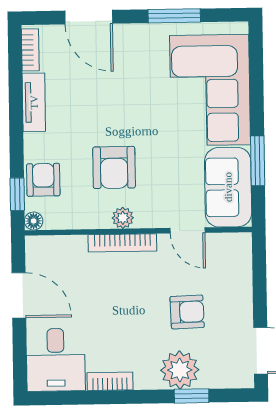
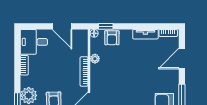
armchair: (114, 167) -> (117, 68), removed
armchair: (43, 180) -> (112, 38), turned 90
plant: (123, 218) -> (95, 59), moved
door: (19, 295) -> (62, 26), hinge flipped

